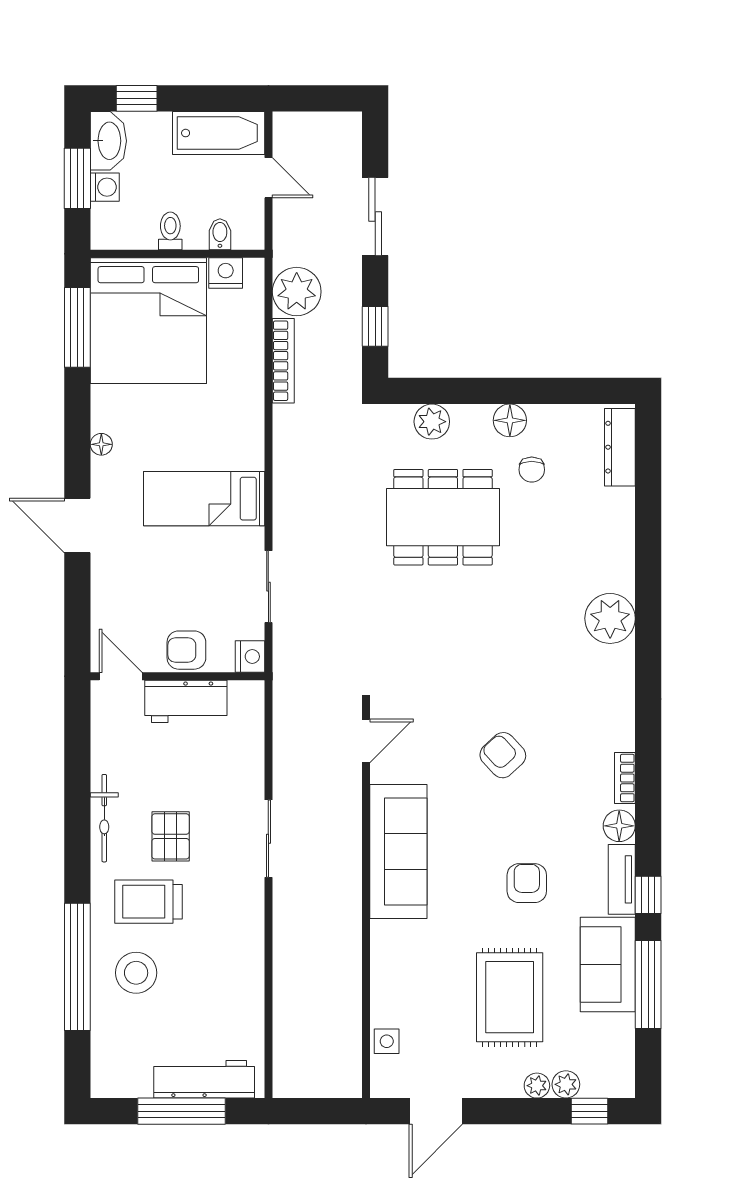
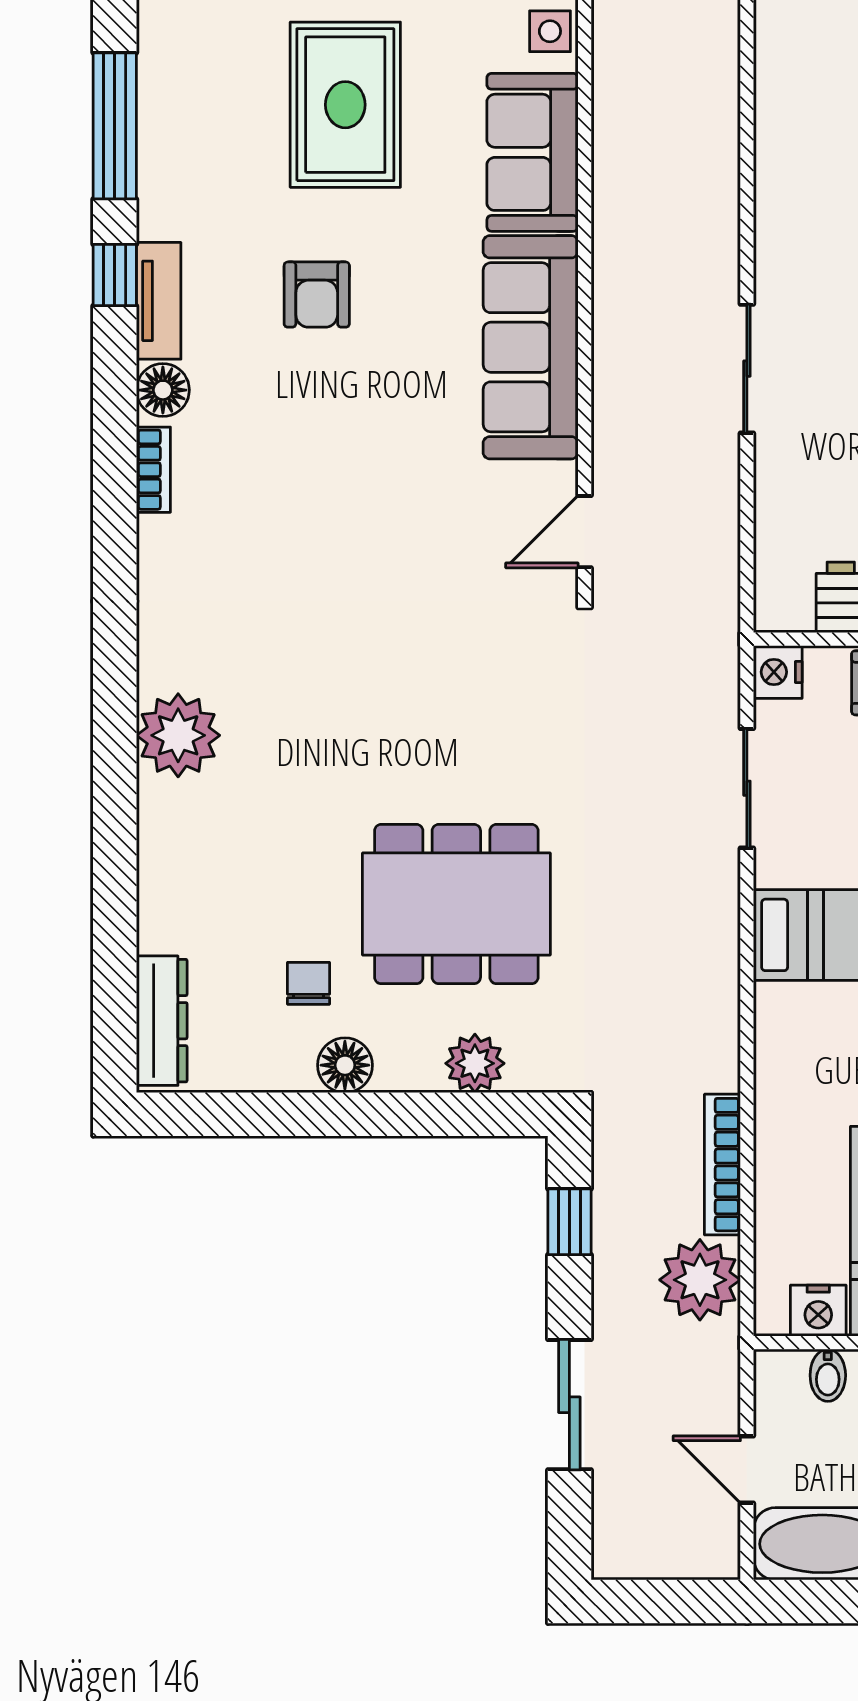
armchair: (503, 755) -> (357, 508), removed
sofa: (608, 964) -> (532, 152), moved, turned 180

